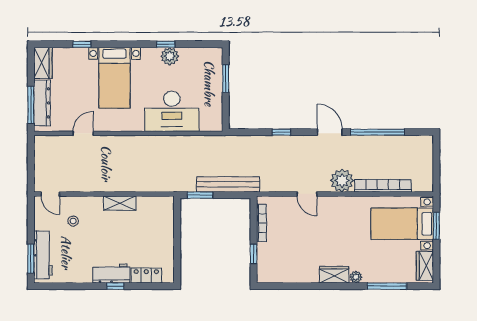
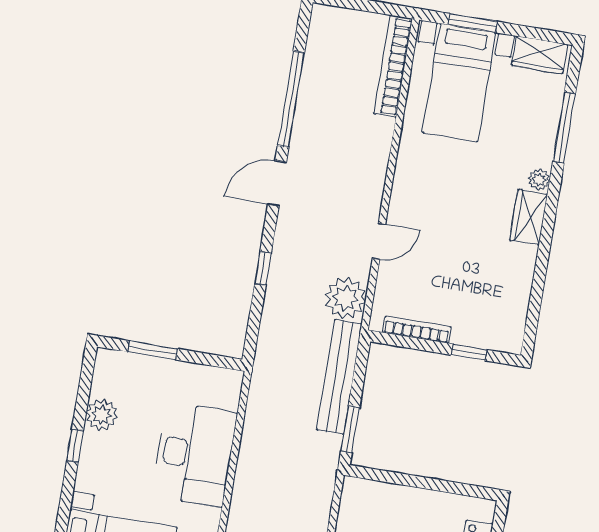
plant: (170, 56) -> (102, 415), moved
plant: (342, 181) -> (345, 298), moved
bookcase: (383, 186) -> (393, 66), moved

